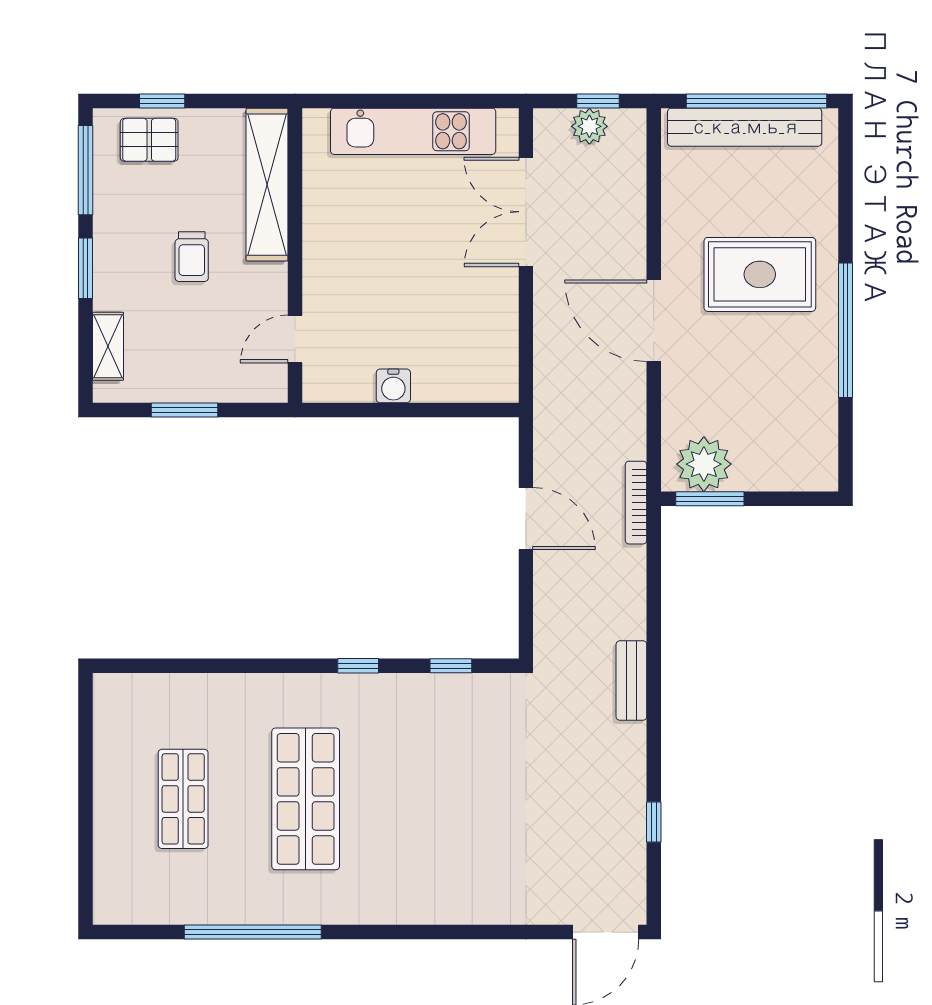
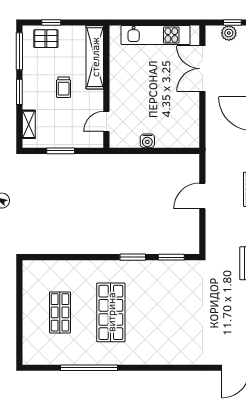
door: (526, 518) -> (202, 196), swing flipped
window: (358, 666) -> (133, 257), width x1.50
window: (451, 666) -> (171, 257), width x1.50

